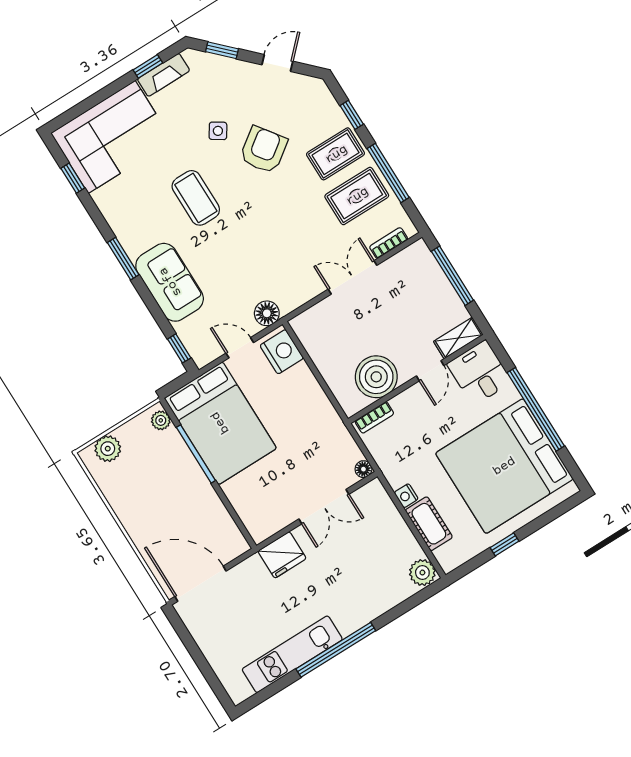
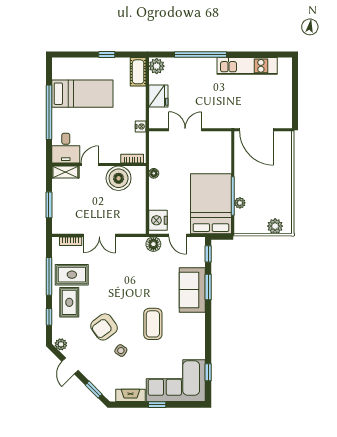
door: (277, 63) -> (70, 366), hinge flipped
window: (148, 66) -> (157, 405), moved
plant: (310, 86) -> (61, 344), added
rug: (336, 154) -> (69, 302), turned 90
window: (123, 259) -> (208, 287), moved
window: (452, 276) -> (49, 205), width x0.69
plant: (161, 420) -> (240, 203), moved
bed: (504, 466) -> (82, 94), width x0.49
floor lamp: (363, 469) -> (154, 173), moved
nightstand: (406, 496) -> (141, 126), moved
cot: (429, 524) -> (138, 72), moved
fridge: (282, 555) -> (158, 96), moved, turned 90
door: (201, 584) -> (257, 130), moved
window: (336, 650) -> (200, 55), moved

